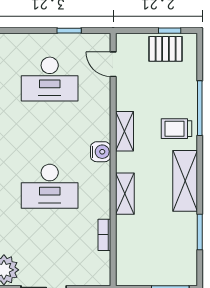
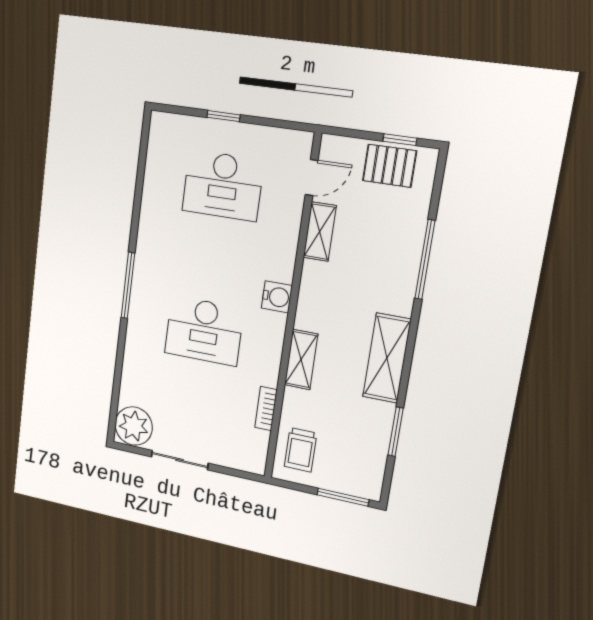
window: (69, 31) -> (224, 116), moved
door: (113, 64) -> (312, 177), swing flipped
trolley: (177, 129) -> (301, 450), moved, turned -90
shelving: (124, 131) -> (320, 232), moved

